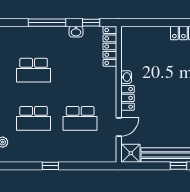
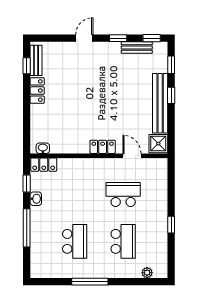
locker: (110, 47) -> (44, 165), width x0.66
washbasin: (126, 77) -> (43, 148), moved
school desk: (80, 118) -> (123, 195), turned -90

